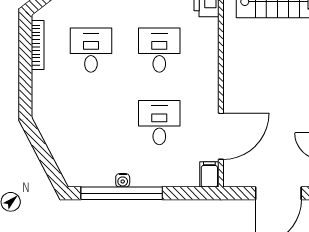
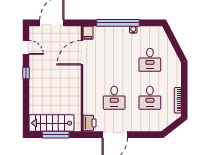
desk: (159, 123) -> (150, 60), moved
window: (122, 193) -> (118, 23), moved

